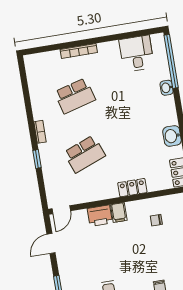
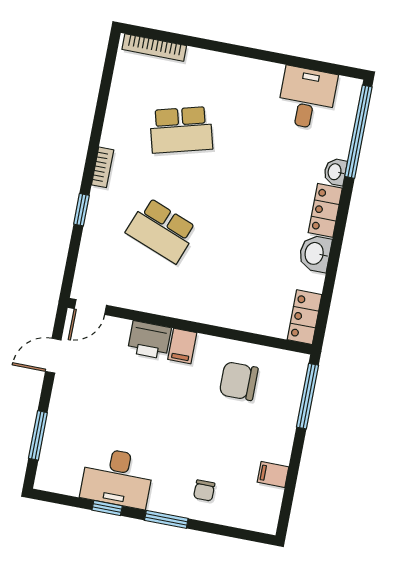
bookcase: (79, 51) -> (154, 48), moved
school desk: (85, 154) -> (162, 230), turned 42
locker: (132, 188) -> (325, 210), moved, turned -90
chair: (156, 220) -> (239, 381), width x1.87, depth x1.87

